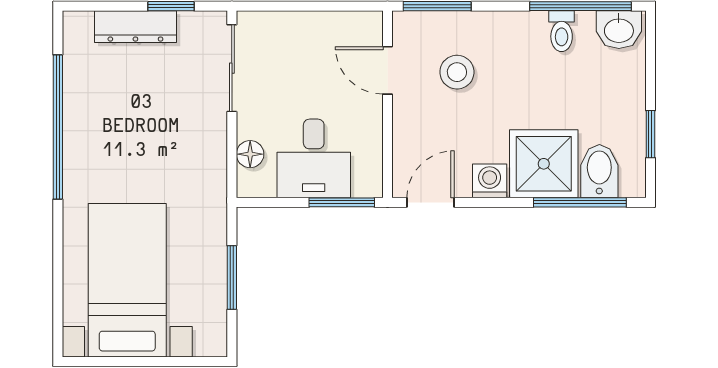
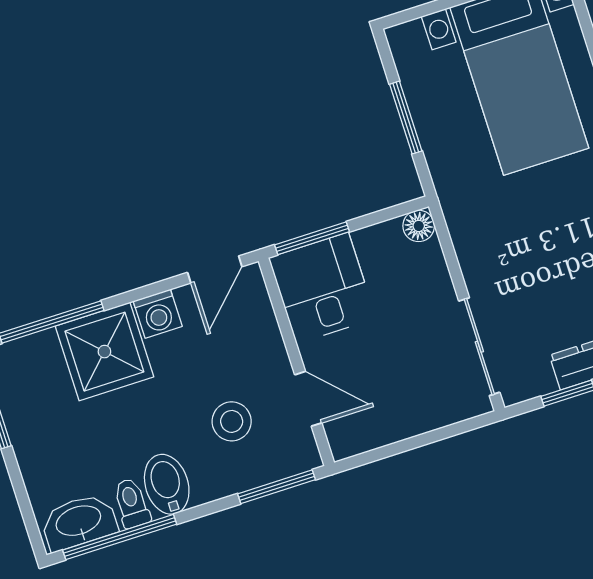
washbasin: (619, 30) -> (79, 522), width x1.38
floor lamp: (250, 154) -> (419, 226), moved
desk: (314, 158) -> (322, 288), moved
bidet: (599, 171) -> (167, 484), moved, turned 180

